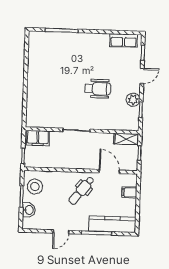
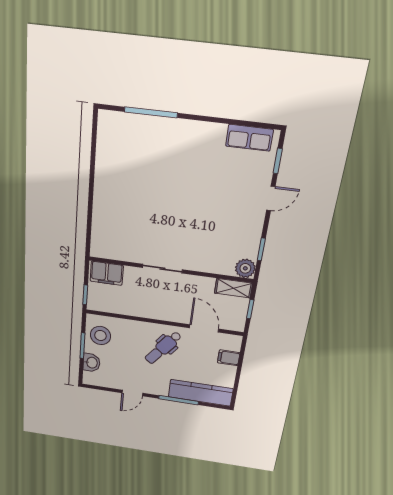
wheelchair: (98, 89) -> (199, 211), removed
plant: (133, 100) -> (245, 268), moved

